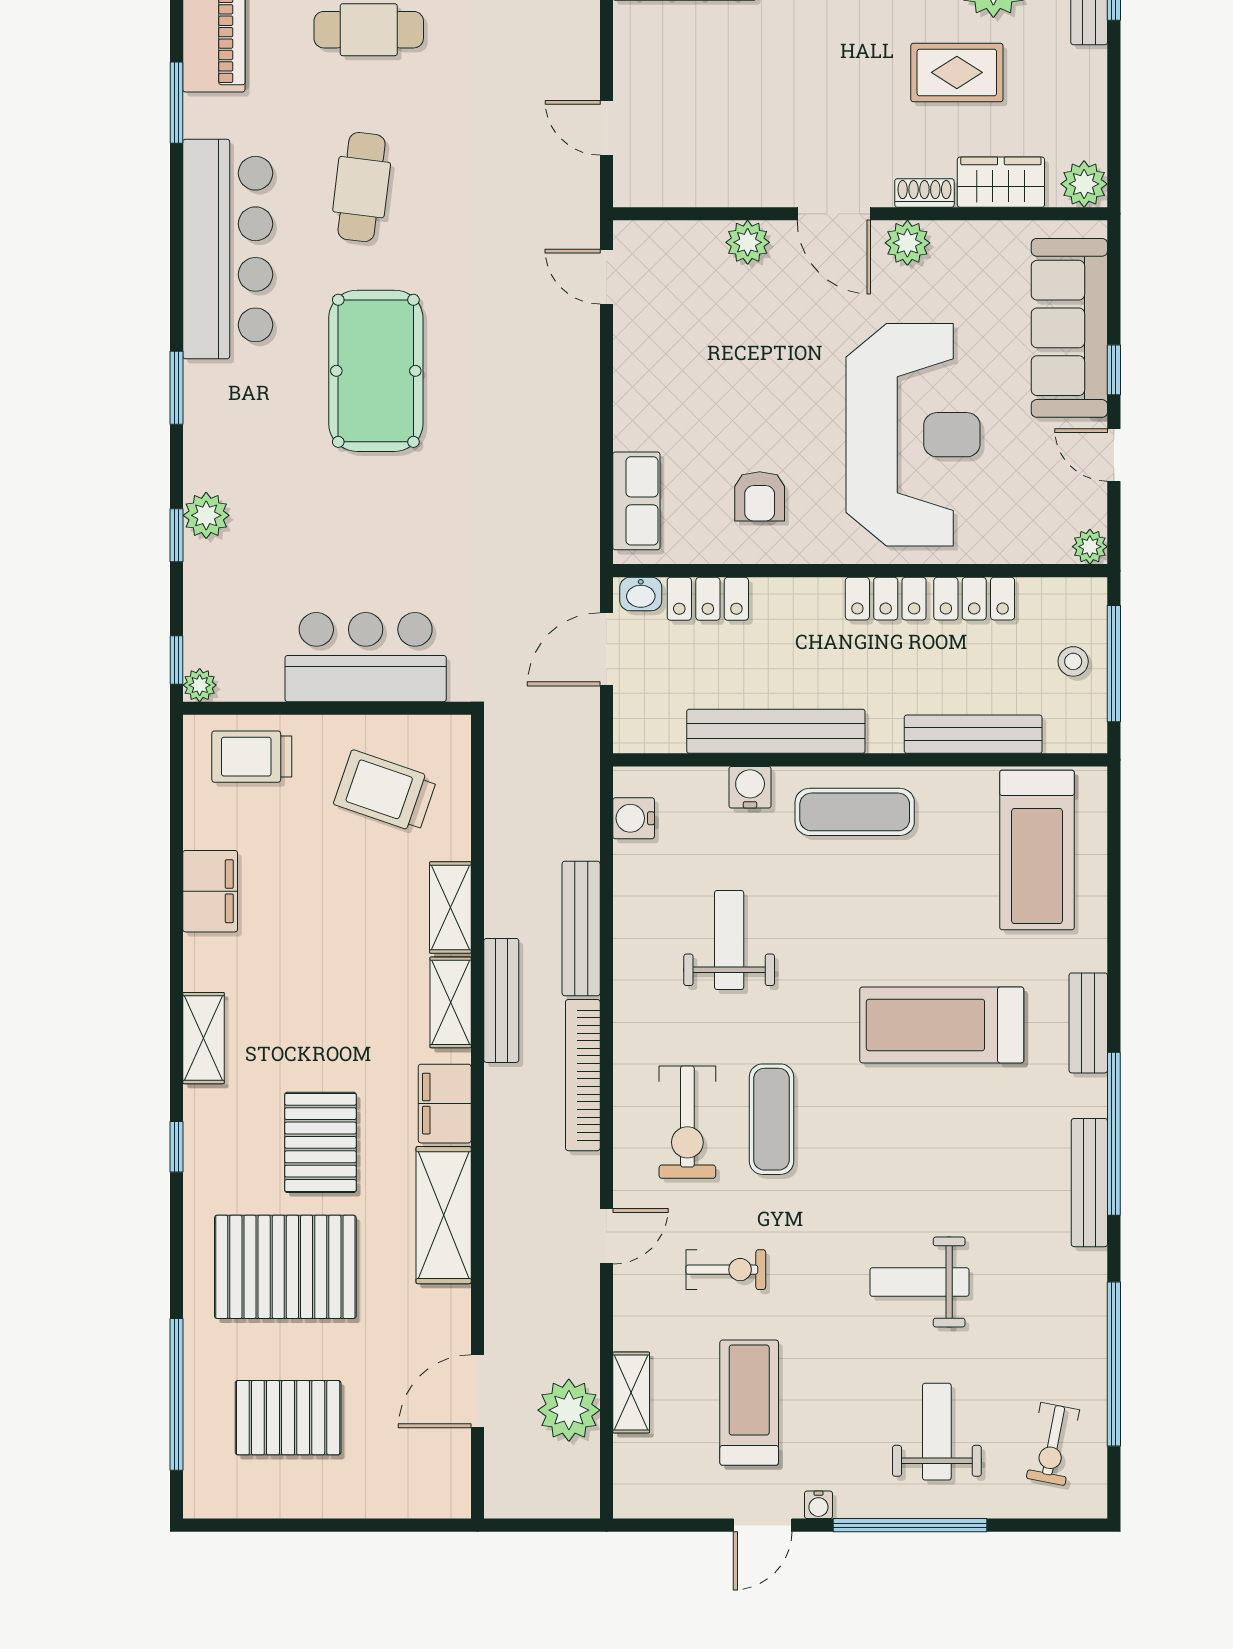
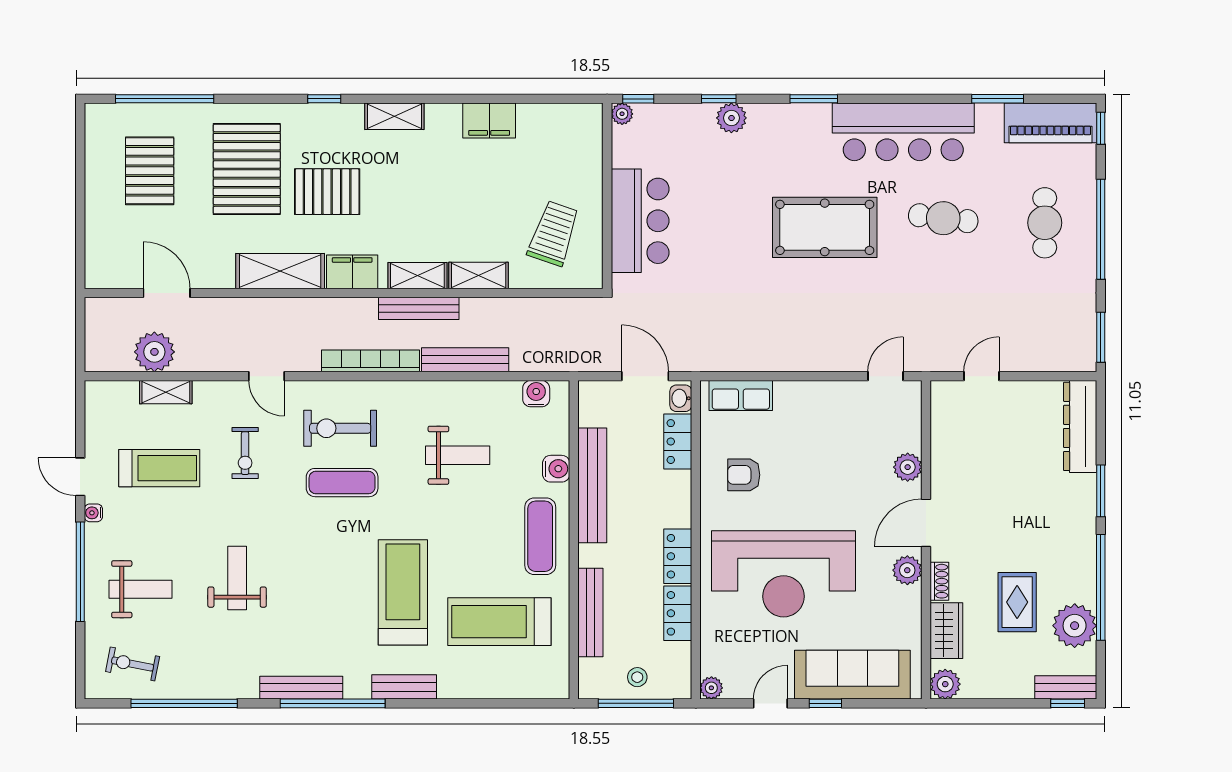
trolley: (252, 757) -> (576, 147), removed
treadmill: (1037, 850) -> (499, 622), moved

